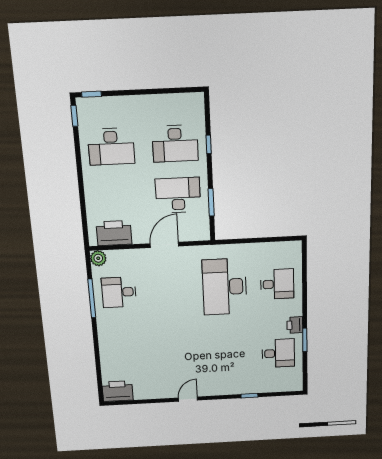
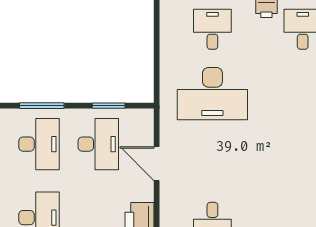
window: (209, 144) -> (42, 106), width x2.17
desk: (178, 195) -> (98, 144), turned 180

